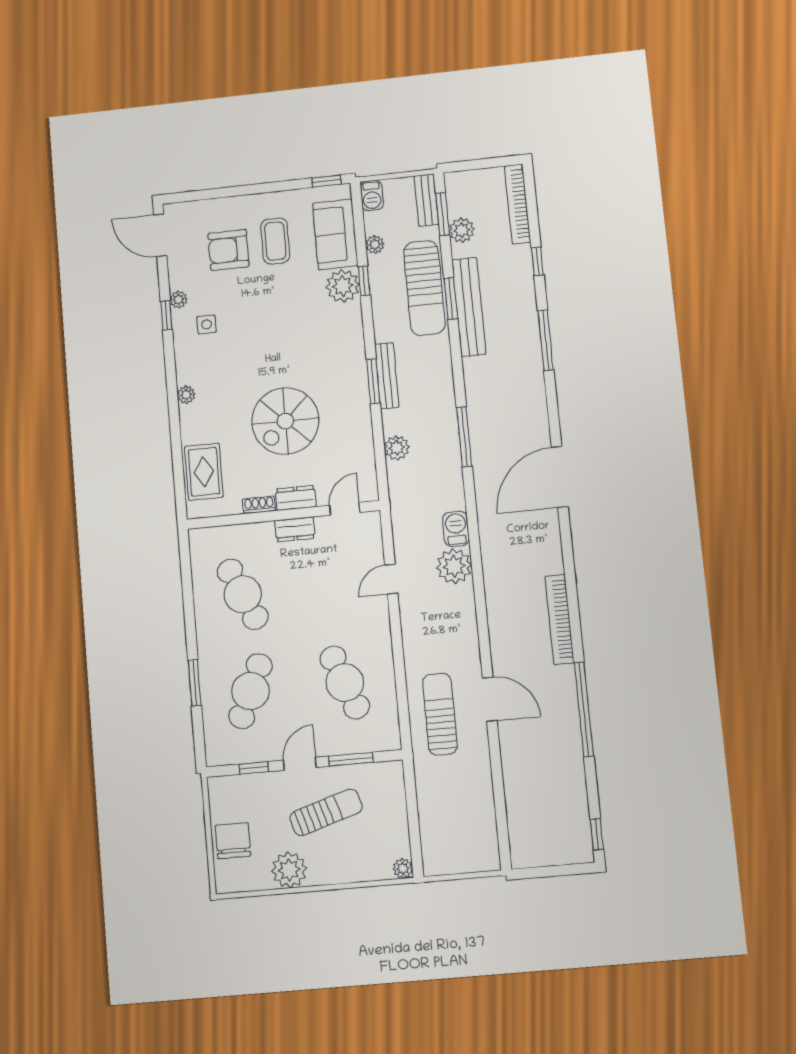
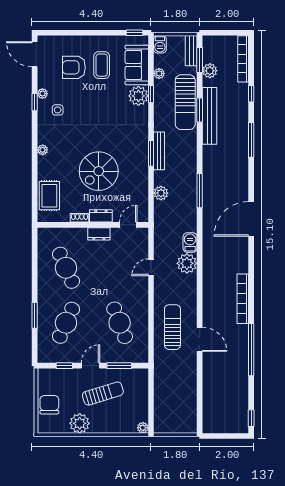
sun lounger: (440, 714) -> (172, 327), moved

